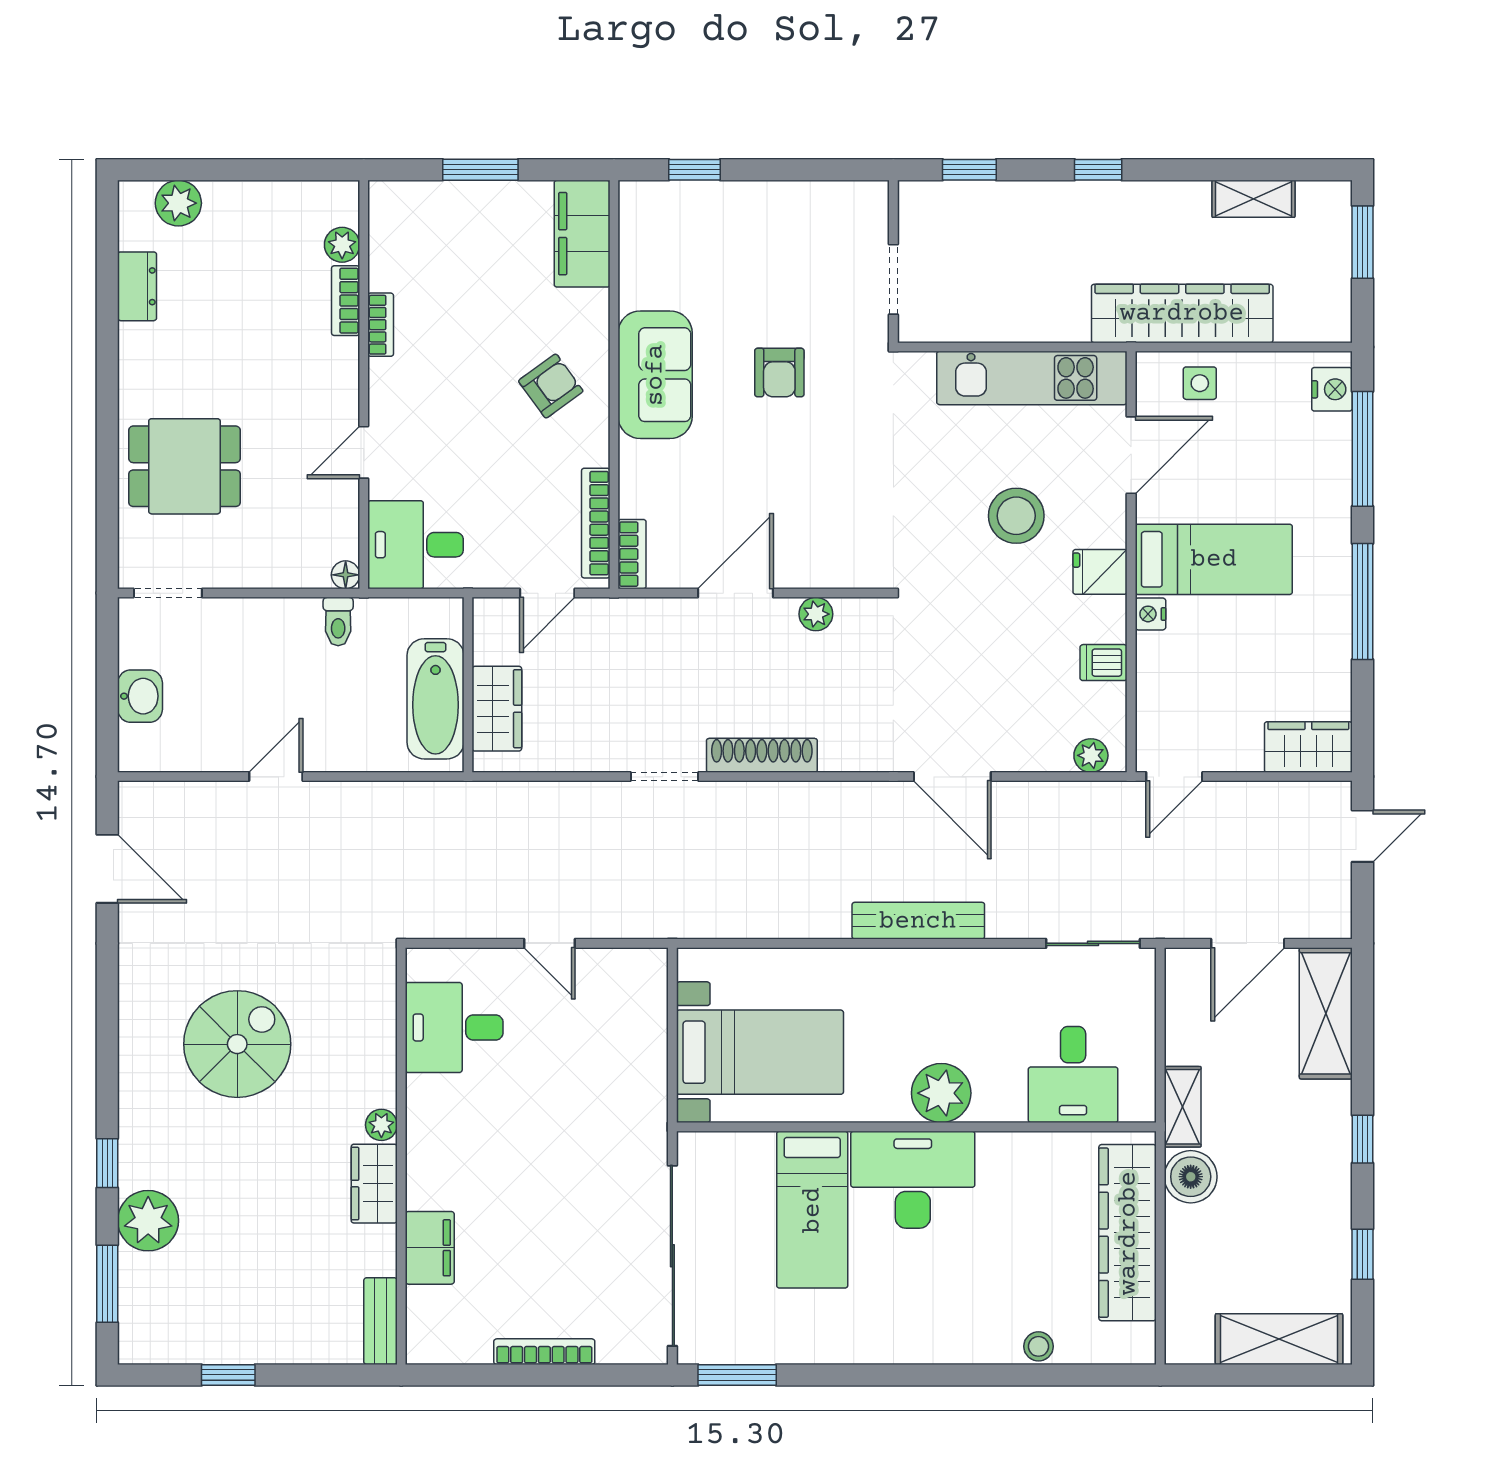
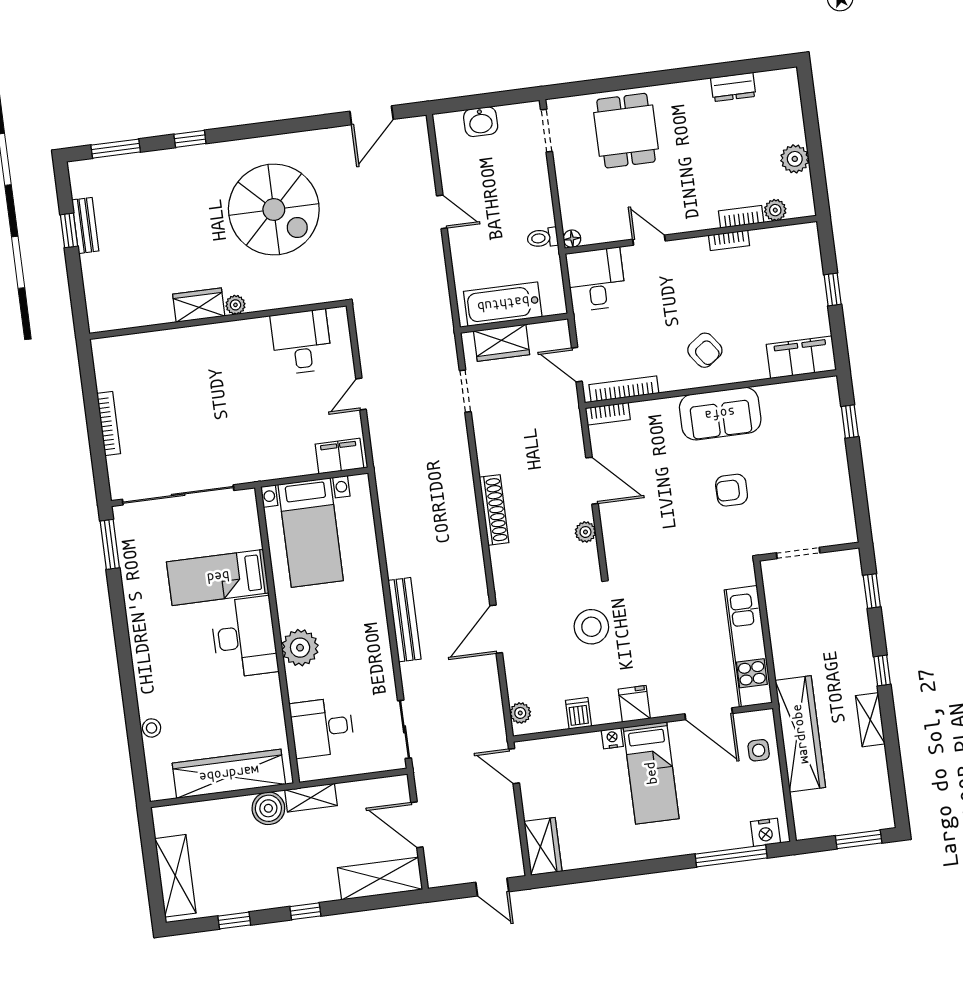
window: (480, 170) -> (833, 289), width x0.67
shelving: (1253, 199) -> (870, 720), moved
plant: (178, 203) -> (795, 159), moved
stool: (1016, 516) -> (591, 627), moved
window: (1363, 602) -> (637, 868), removed
doorway: (665, 777) -> (465, 391), moved
spiral stairs: (237, 1044) -> (274, 209), width x1.37, depth x1.37
plant: (148, 1221) -> (158, 169), removed
filing cabinet: (430, 1248) -> (339, 456), moved, turned 180
bench: (381, 1321) -> (85, 225), moved, turned 90

